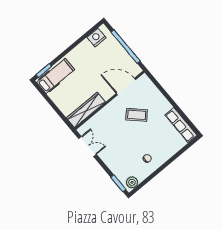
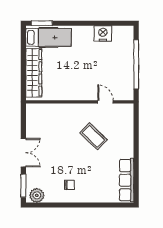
nightstand: (97, 37) -> (103, 34), moved
door: (126, 87) -> (105, 102), width x0.53
wardrobe: (86, 110) -> (34, 73), moved, turned 90
double door: (87, 146) -> (23, 153), moved

